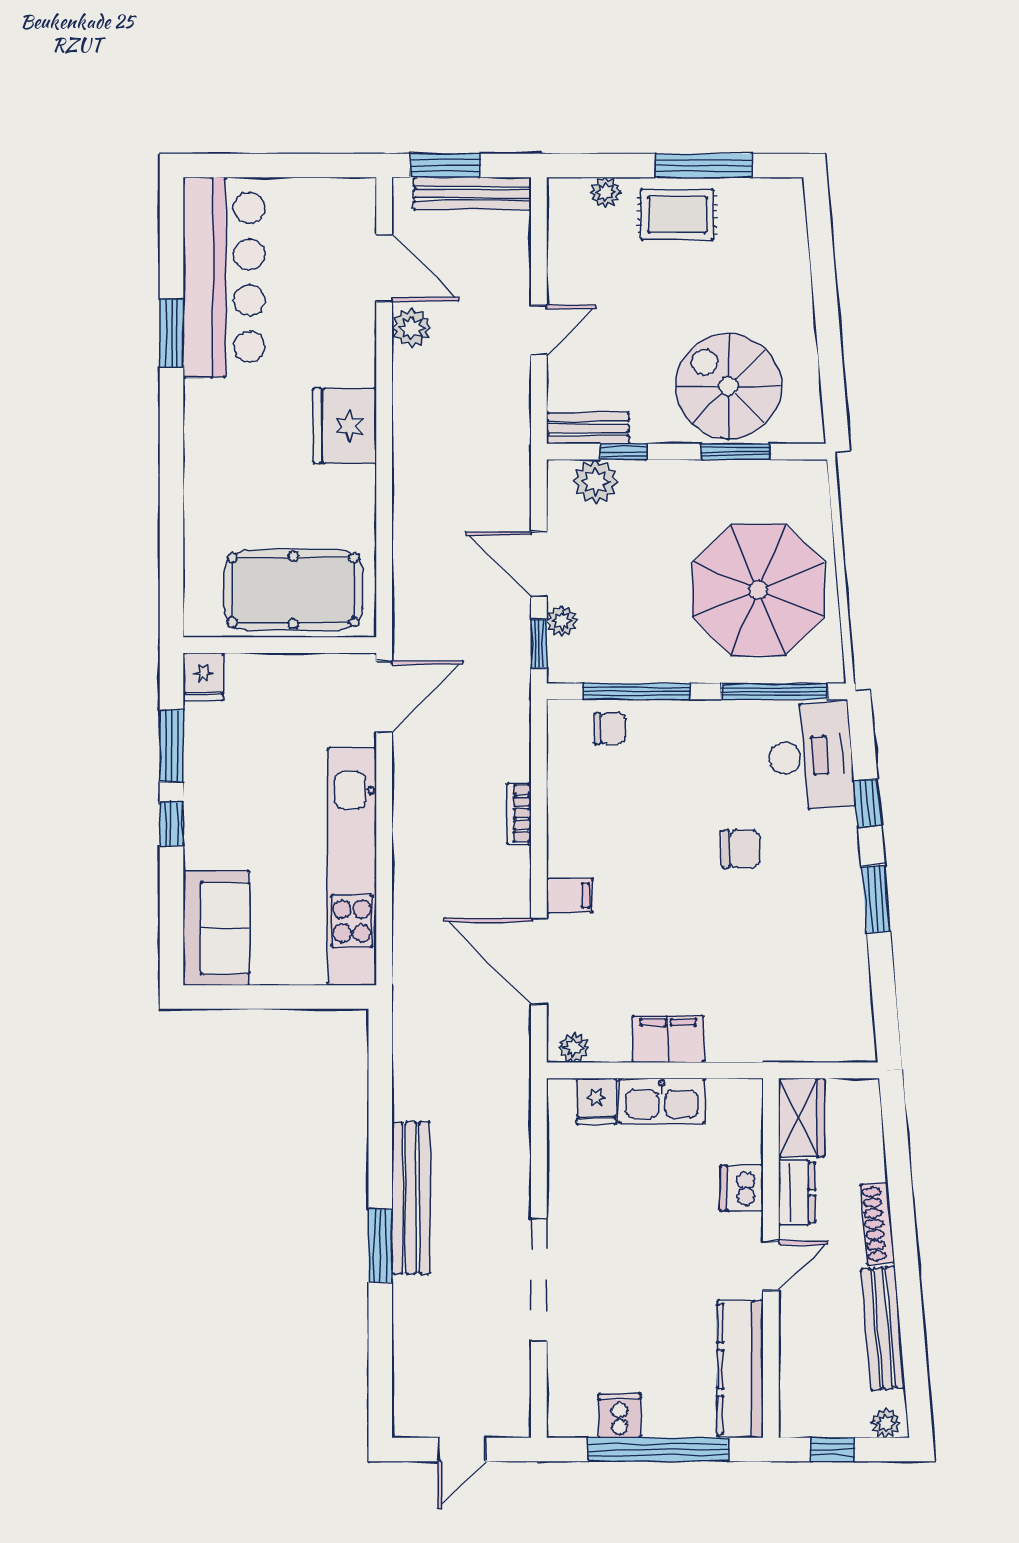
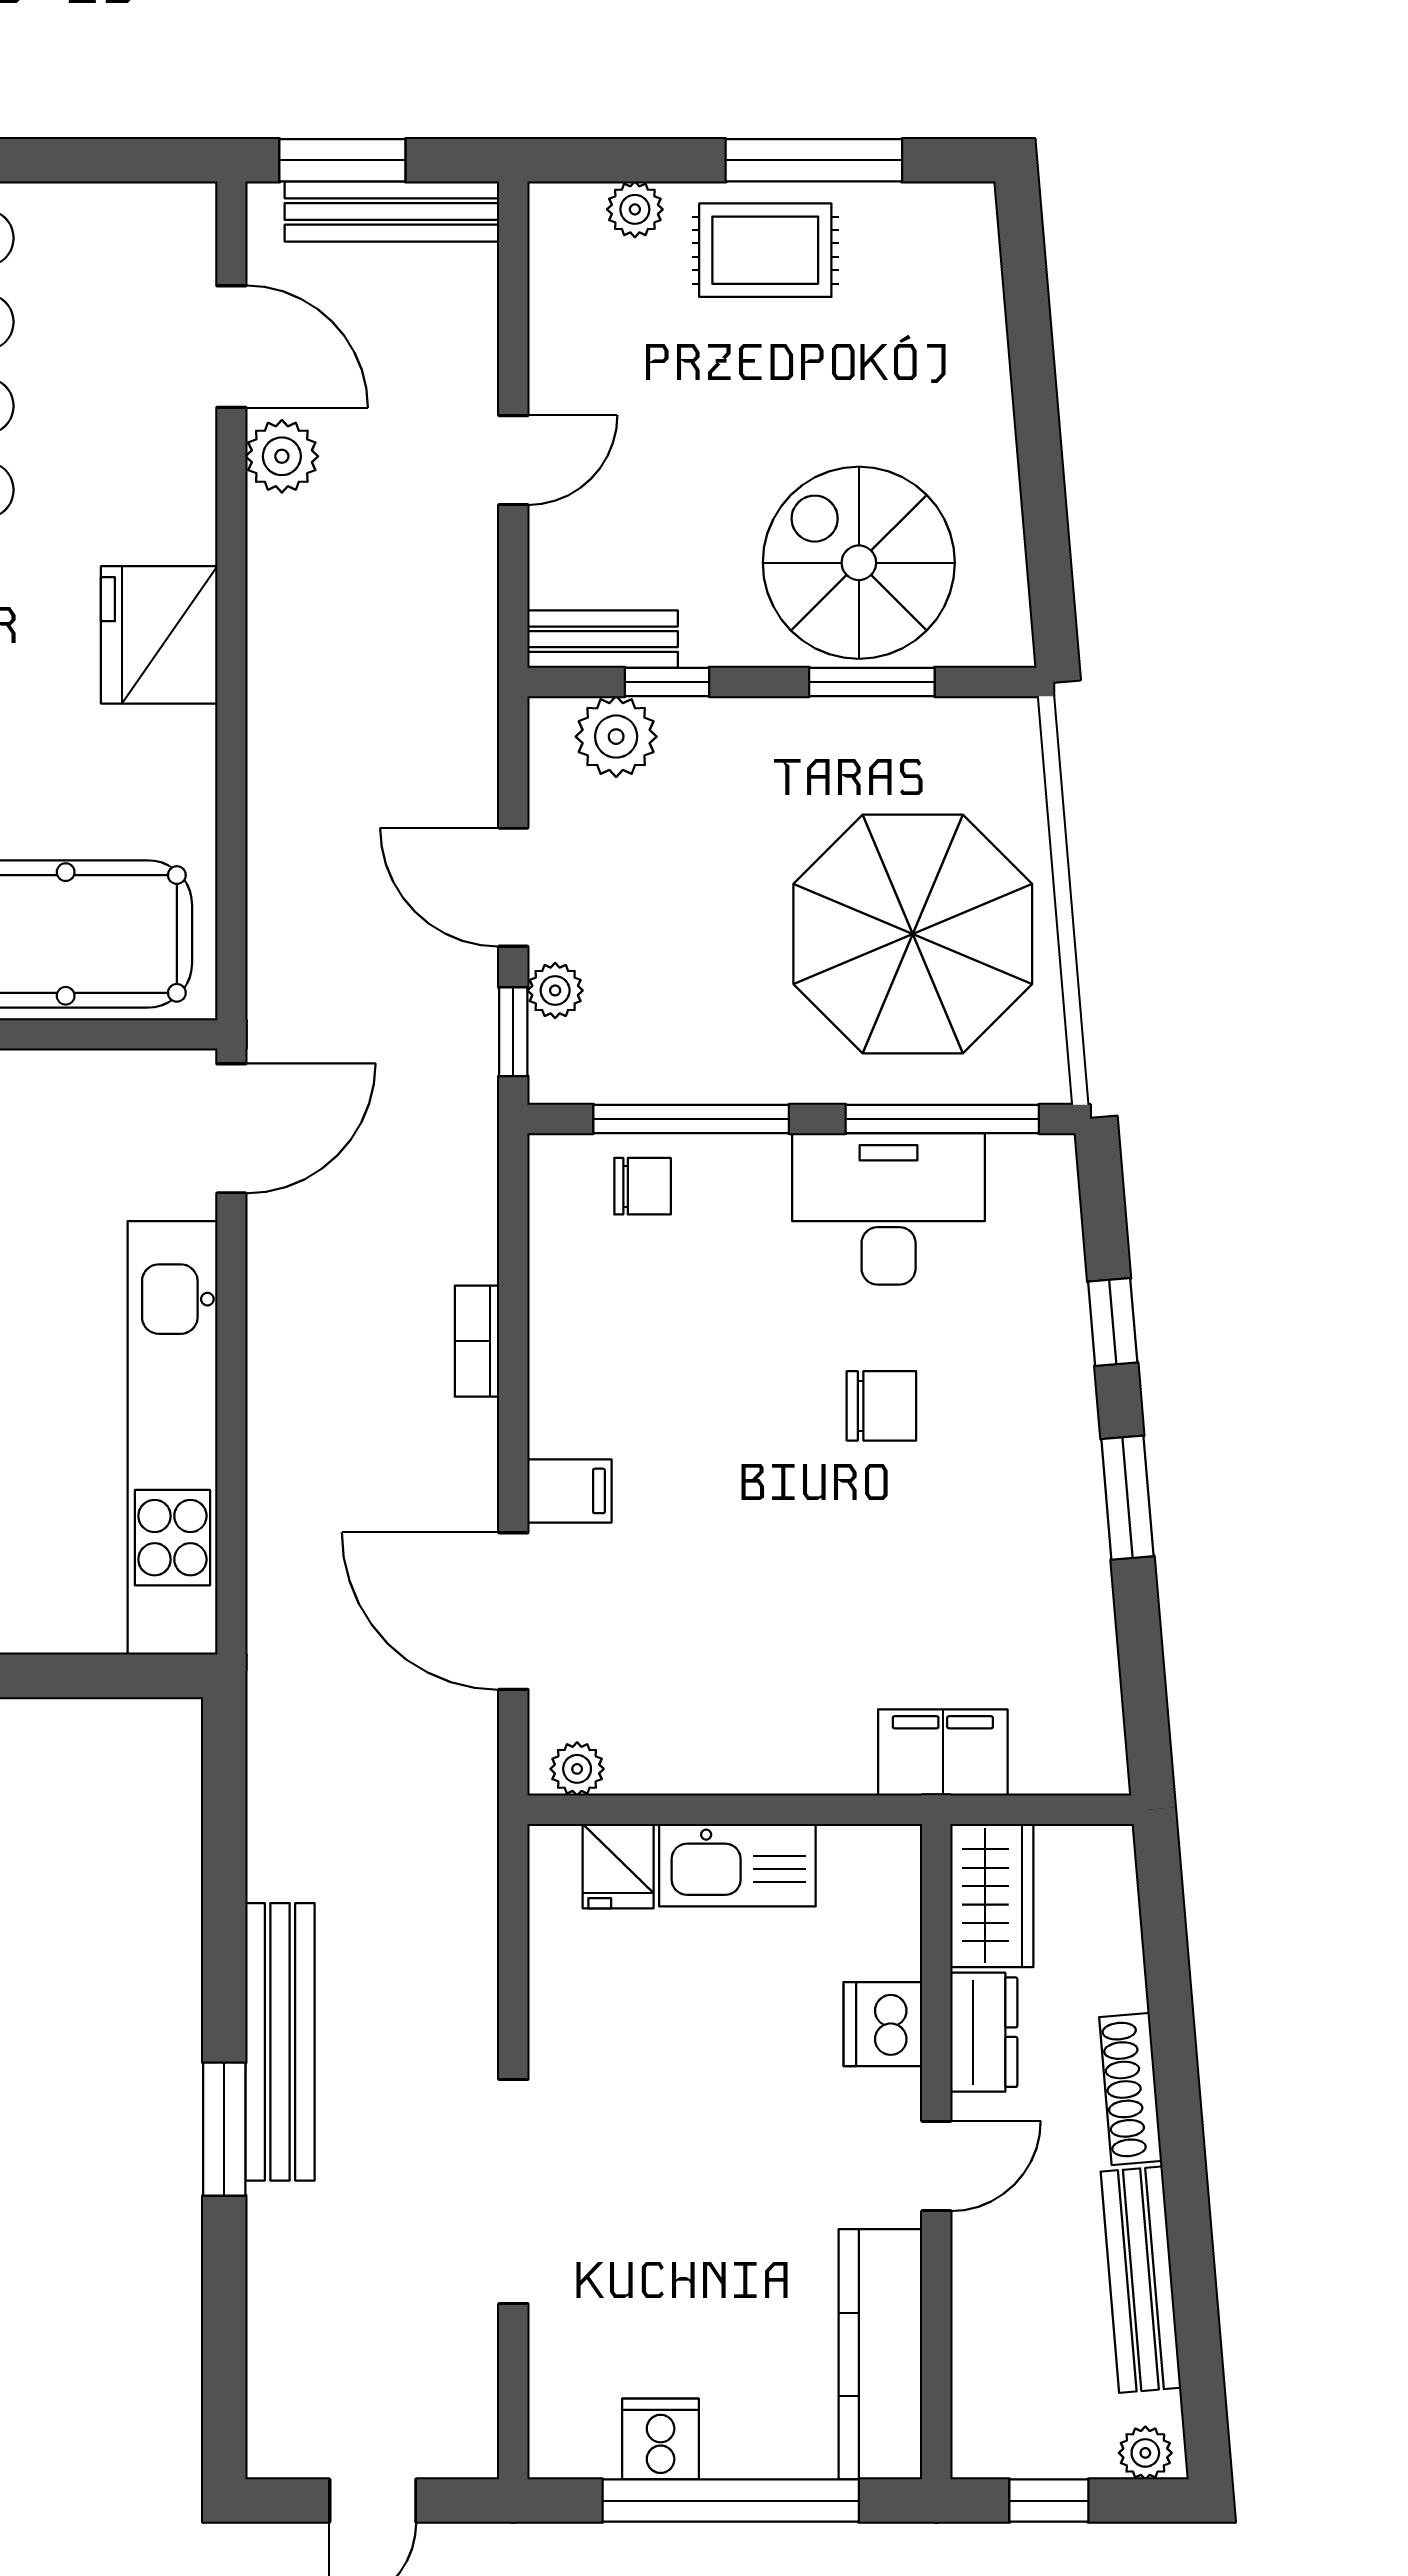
desk: (810, 756) -> (889, 1209), moved, turned -85
filing cabinet: (668, 1039) -> (943, 1753), moved

